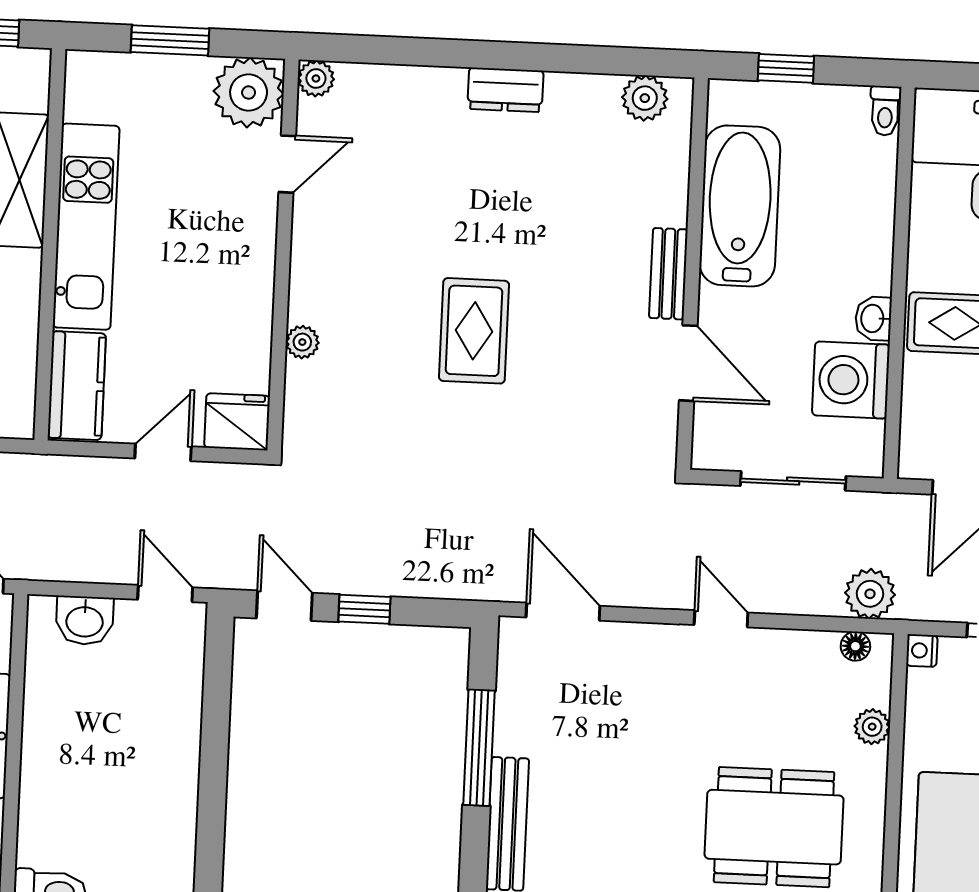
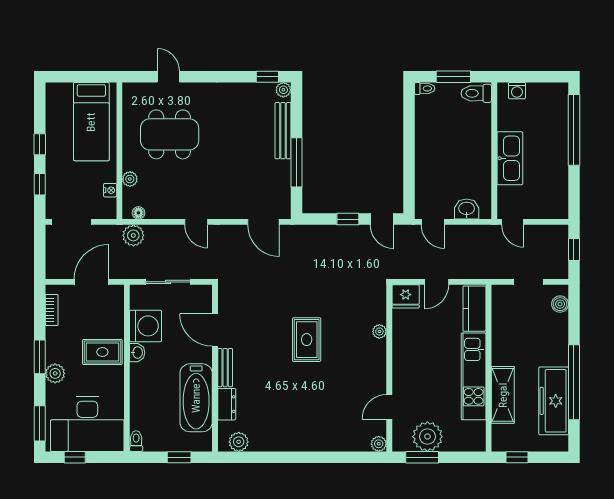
window: (170, 40) -> (422, 457), moved
dresser: (505, 90) -> (227, 404), moved, turned 90
plant: (249, 92) -> (427, 437), moved
nightstand: (922, 651) -> (110, 190), moved

